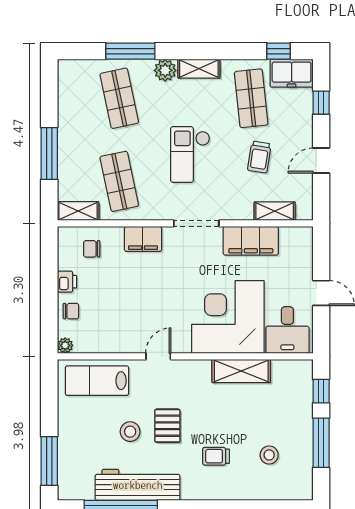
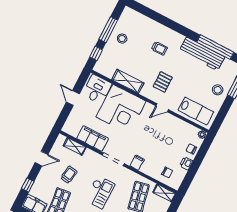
filing cabinet: (143, 239) -> (137, 163), width x0.50
pallet: (167, 426) -> (163, 82), moved
stool: (130, 432) -> (218, 90), moved
stool: (269, 455) -> (122, 39), moved

